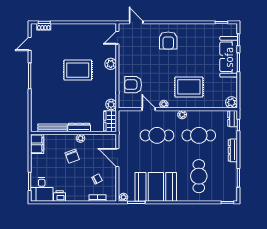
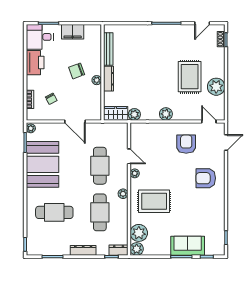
plant: (86, 31) -> (216, 87), added
door: (30, 44) -> (202, 23), swing flipped
sofa: (229, 57) -> (188, 246), width x0.73
plant: (111, 64) -> (166, 114), moved
rug: (78, 70) -> (190, 77), moved
armchair: (133, 85) -> (186, 144), moved
rug: (189, 87) -> (154, 201), turned 90
plant: (217, 101) -> (139, 233), added
door: (149, 109) -> (129, 156), hinge flipped
filing cabinet: (37, 144) -> (73, 32), moved
door: (117, 158) -> (75, 121), swing flipped
printer: (60, 196) -> (35, 63), width x1.87, depth x1.48

